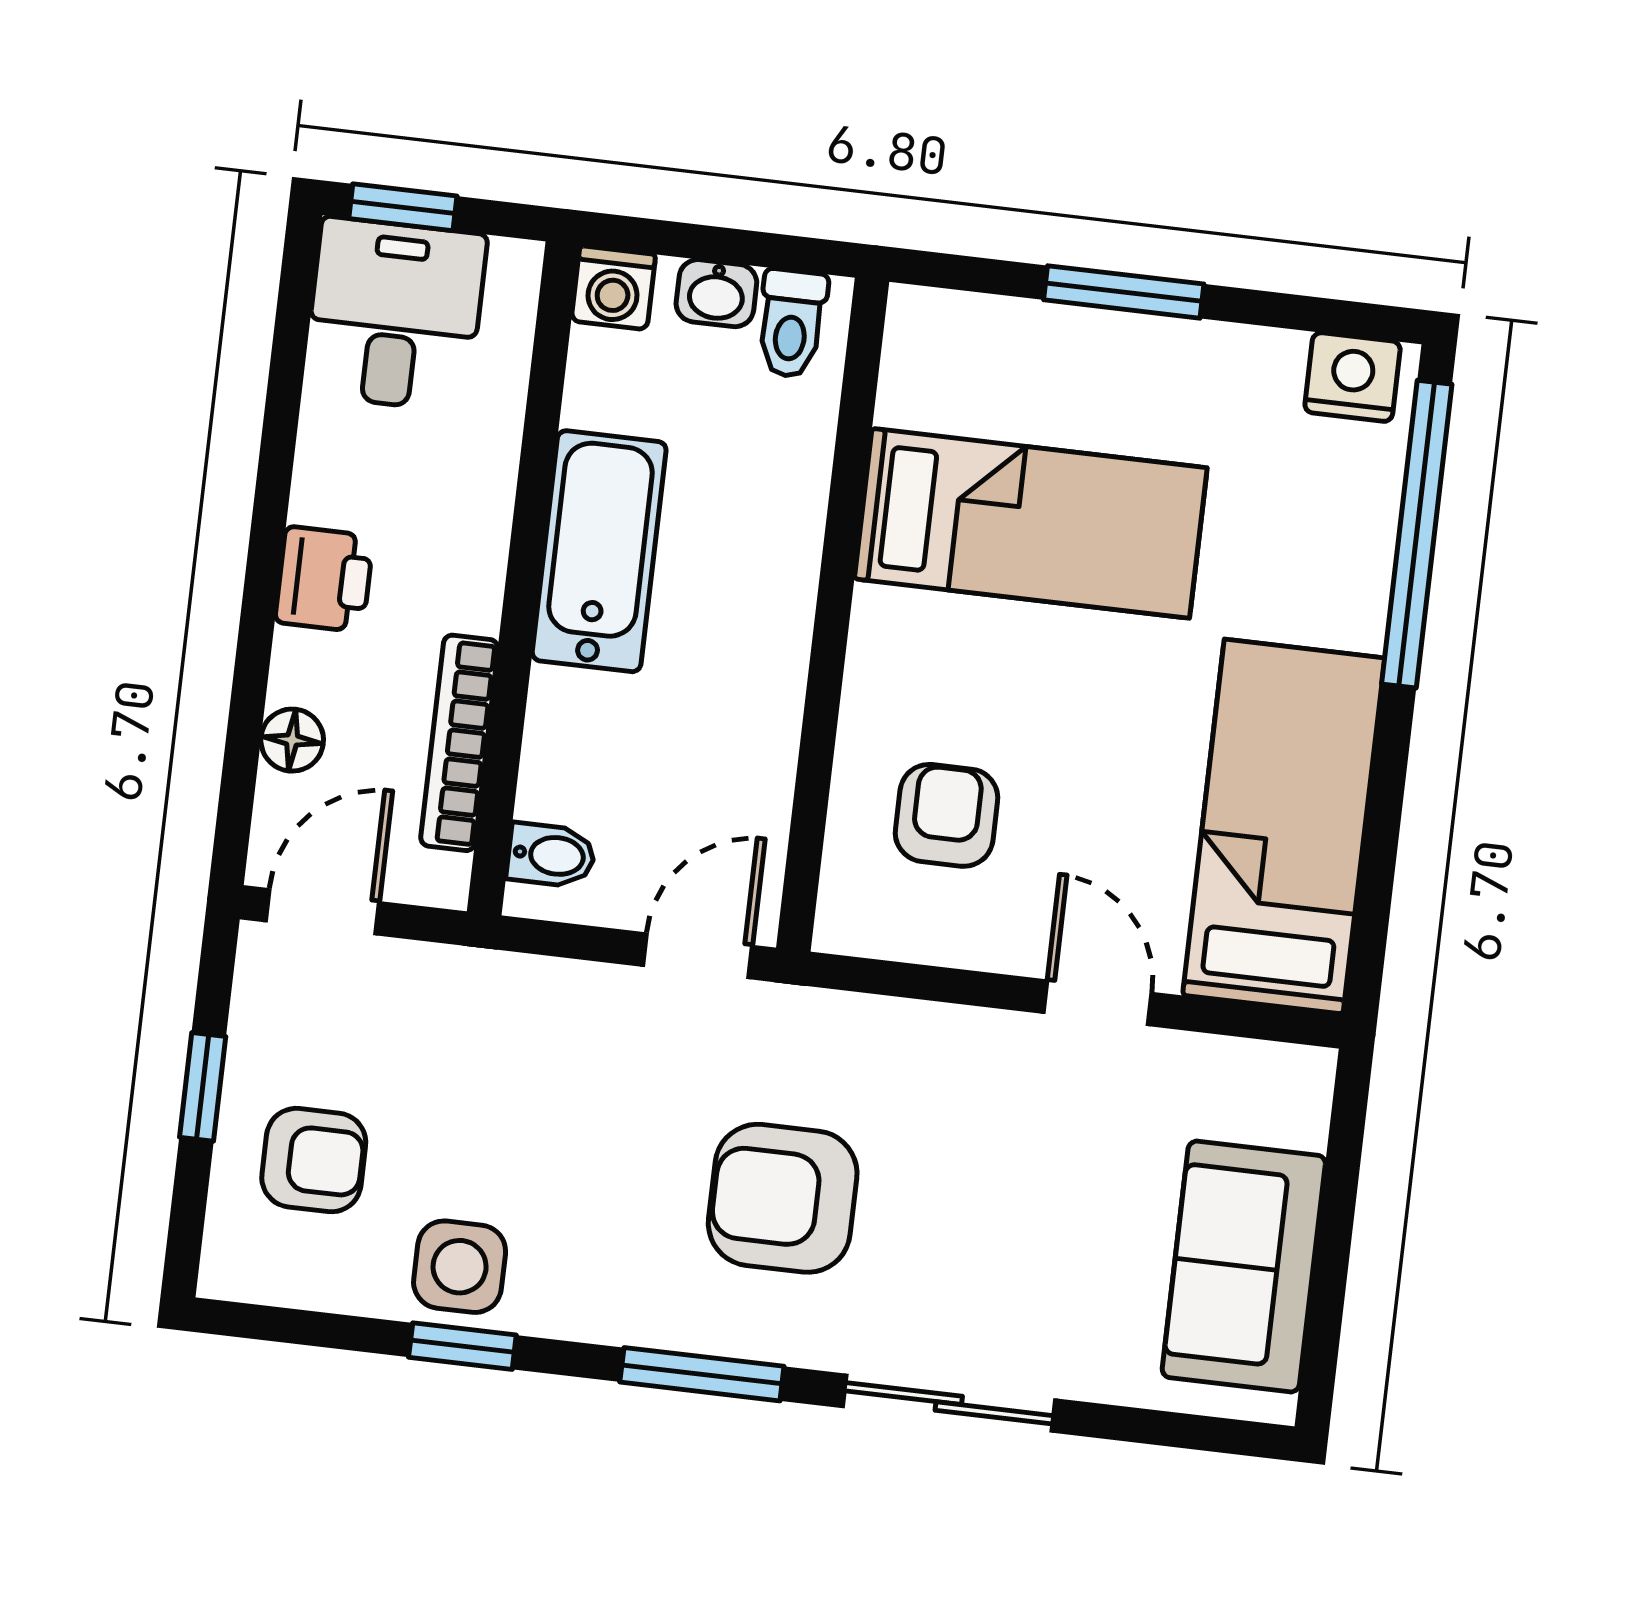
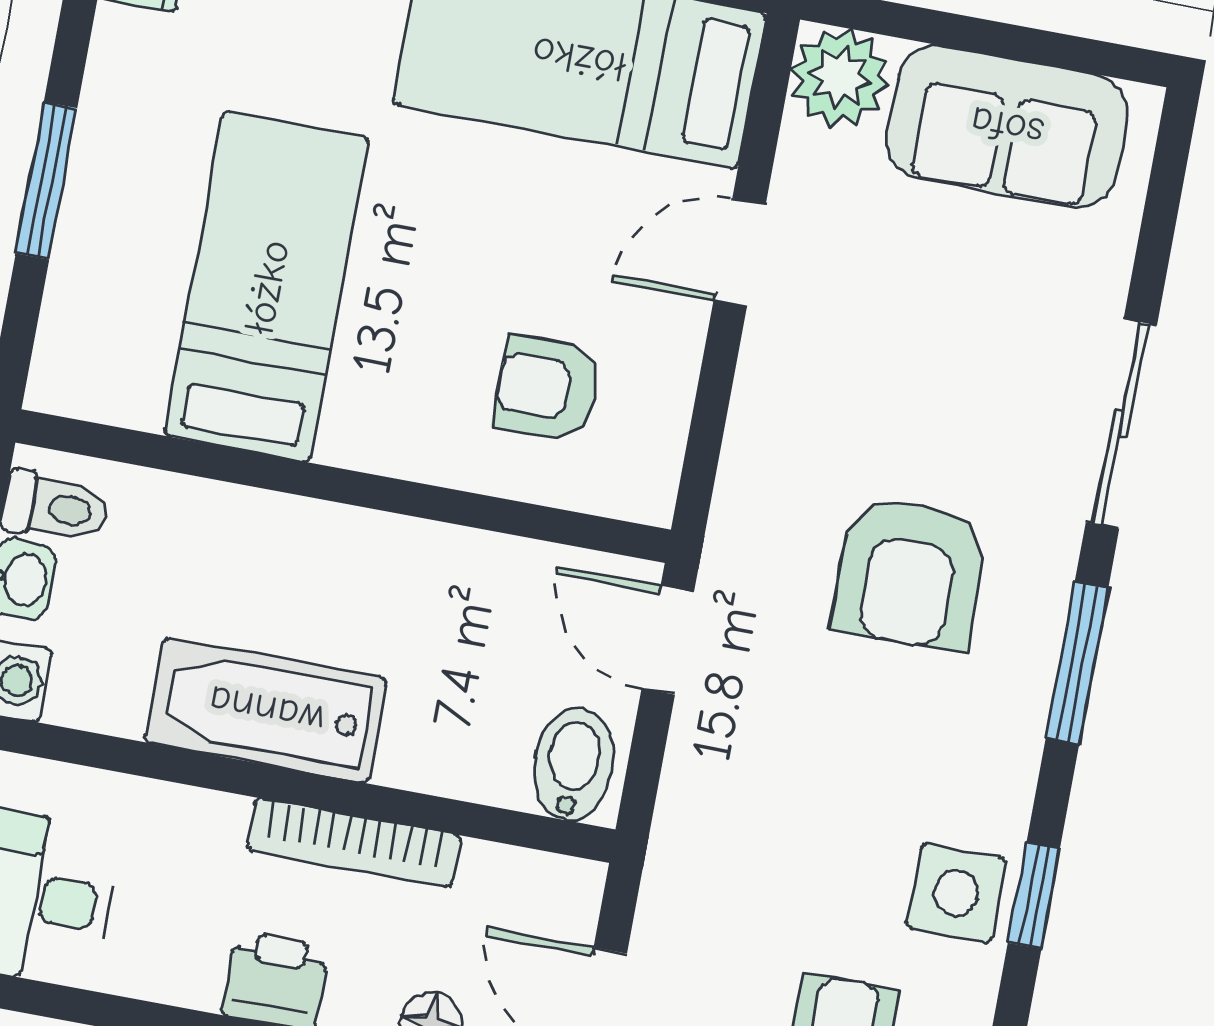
bookcase: (459, 743) -> (354, 843), moved
bidet: (551, 855) -> (573, 764), width x1.38, depth x1.36
plant: (1283, 1093) -> (840, 77), added

